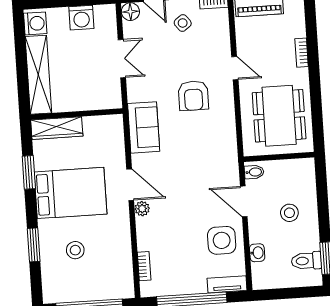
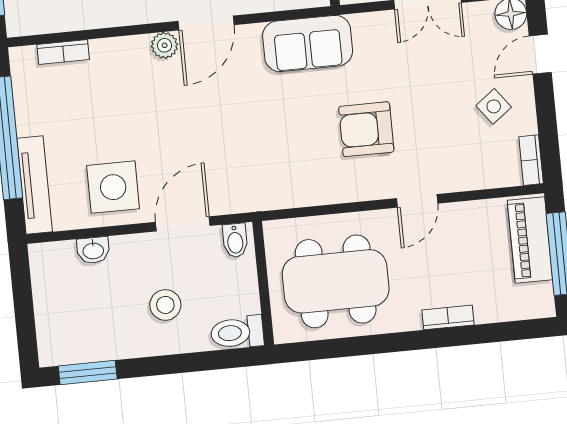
toilet: (306, 261) -> (237, 332), moved, turned -90
tv unit: (227, 284) -> (35, 185), width x1.41

